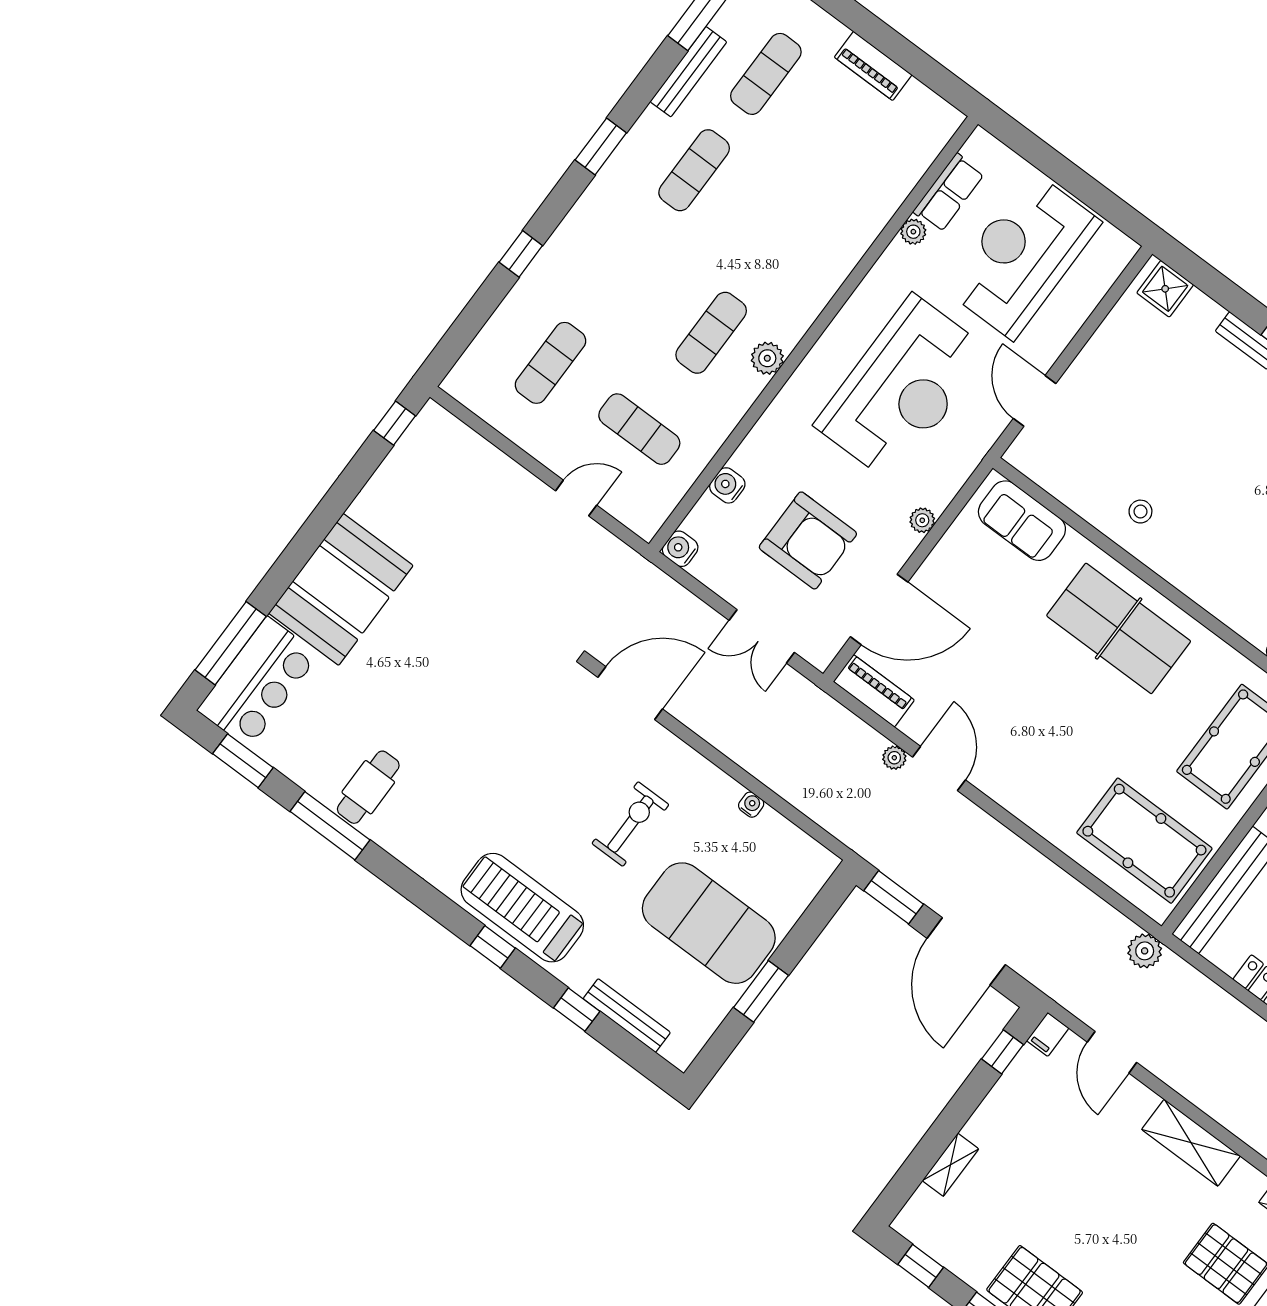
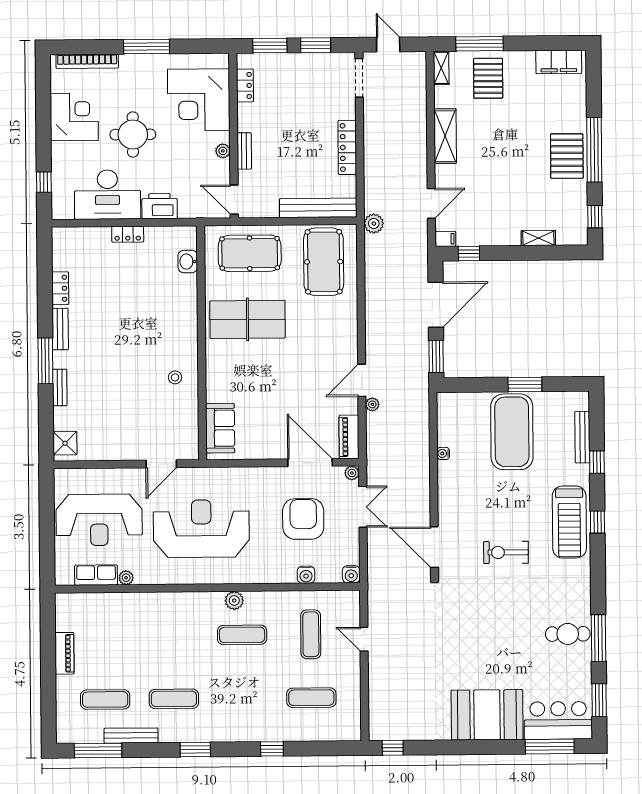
plant: (922, 520) -> (352, 473), moved
table tennis table: (1119, 628) -> (247, 319), moved, turned 90
exercise bike: (630, 824) -> (506, 552), moved

